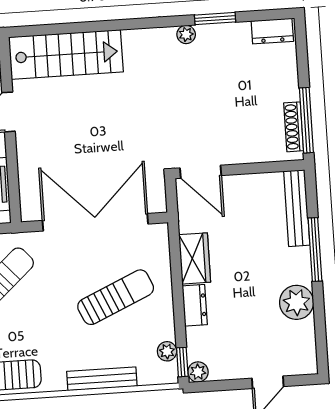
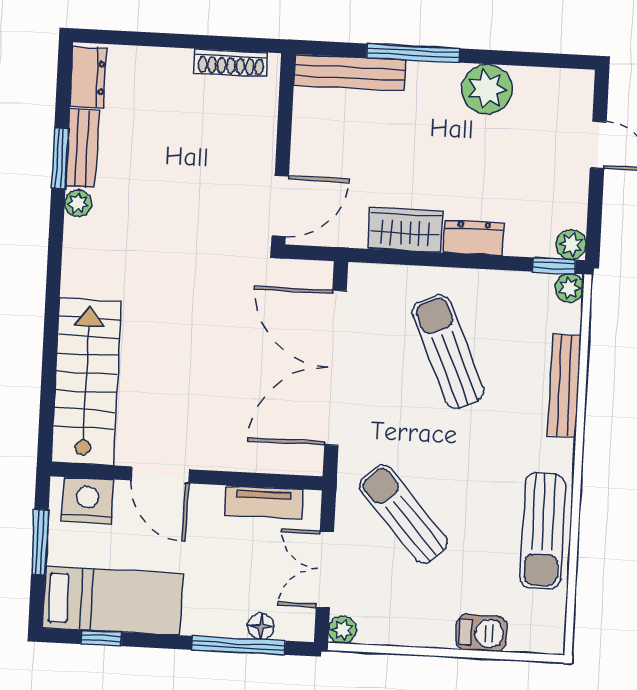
bench: (224, 33) -> (82, 149), added
window: (306, 120) -> (224, 43), removed
plant: (167, 351) -> (569, 288), moved

